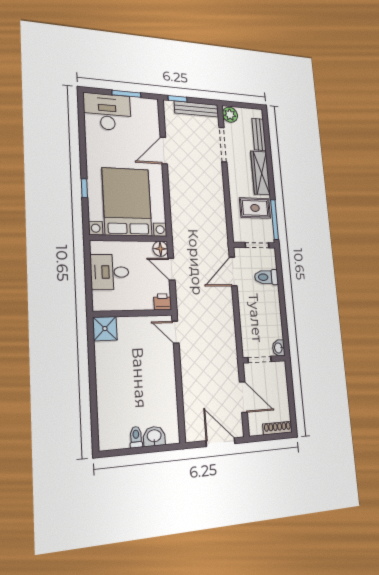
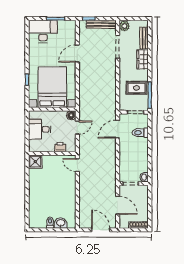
wardrobe: (260, 173) -> (143, 59), width x0.67
door: (171, 269) -> (77, 128), swing flipped
printer: (163, 302) -> (60, 147), moved

